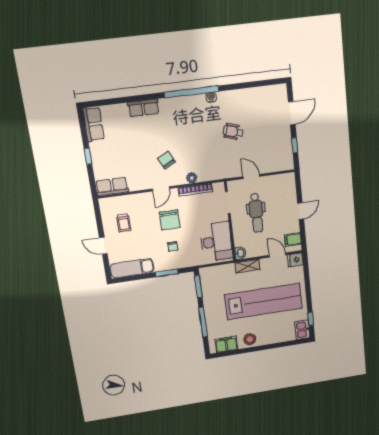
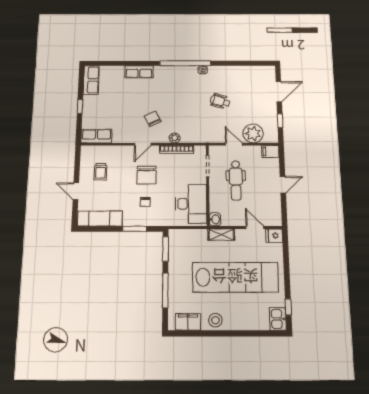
plant: (269, 163) -> (253, 133), added
filing cabinet: (293, 240) -> (270, 151), moved

